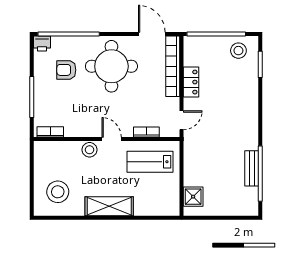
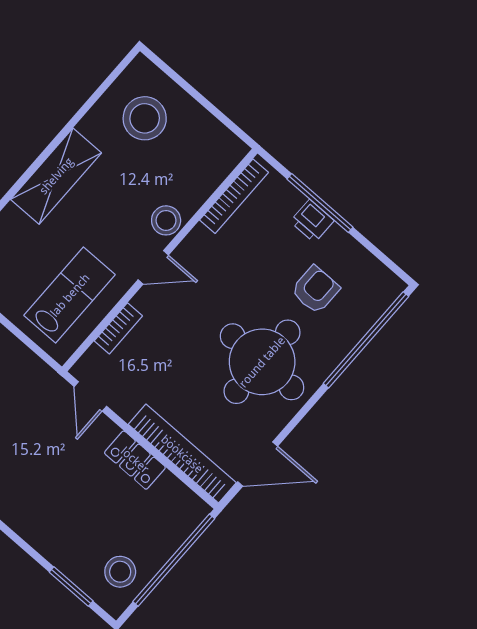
printer: (42, 43) -> (312, 221), moved, turned -90
bookcase: (50, 132) -> (234, 196), width x1.56

